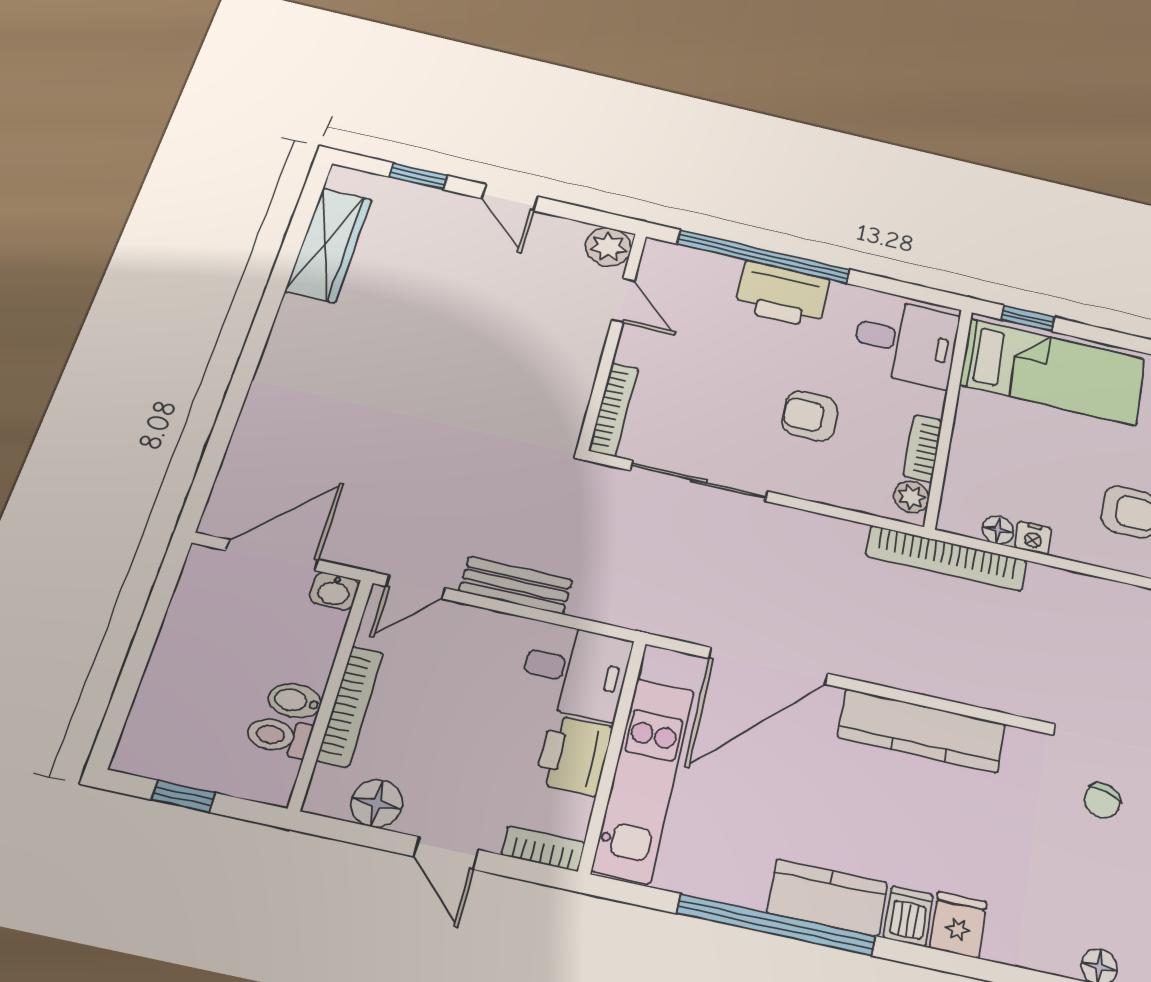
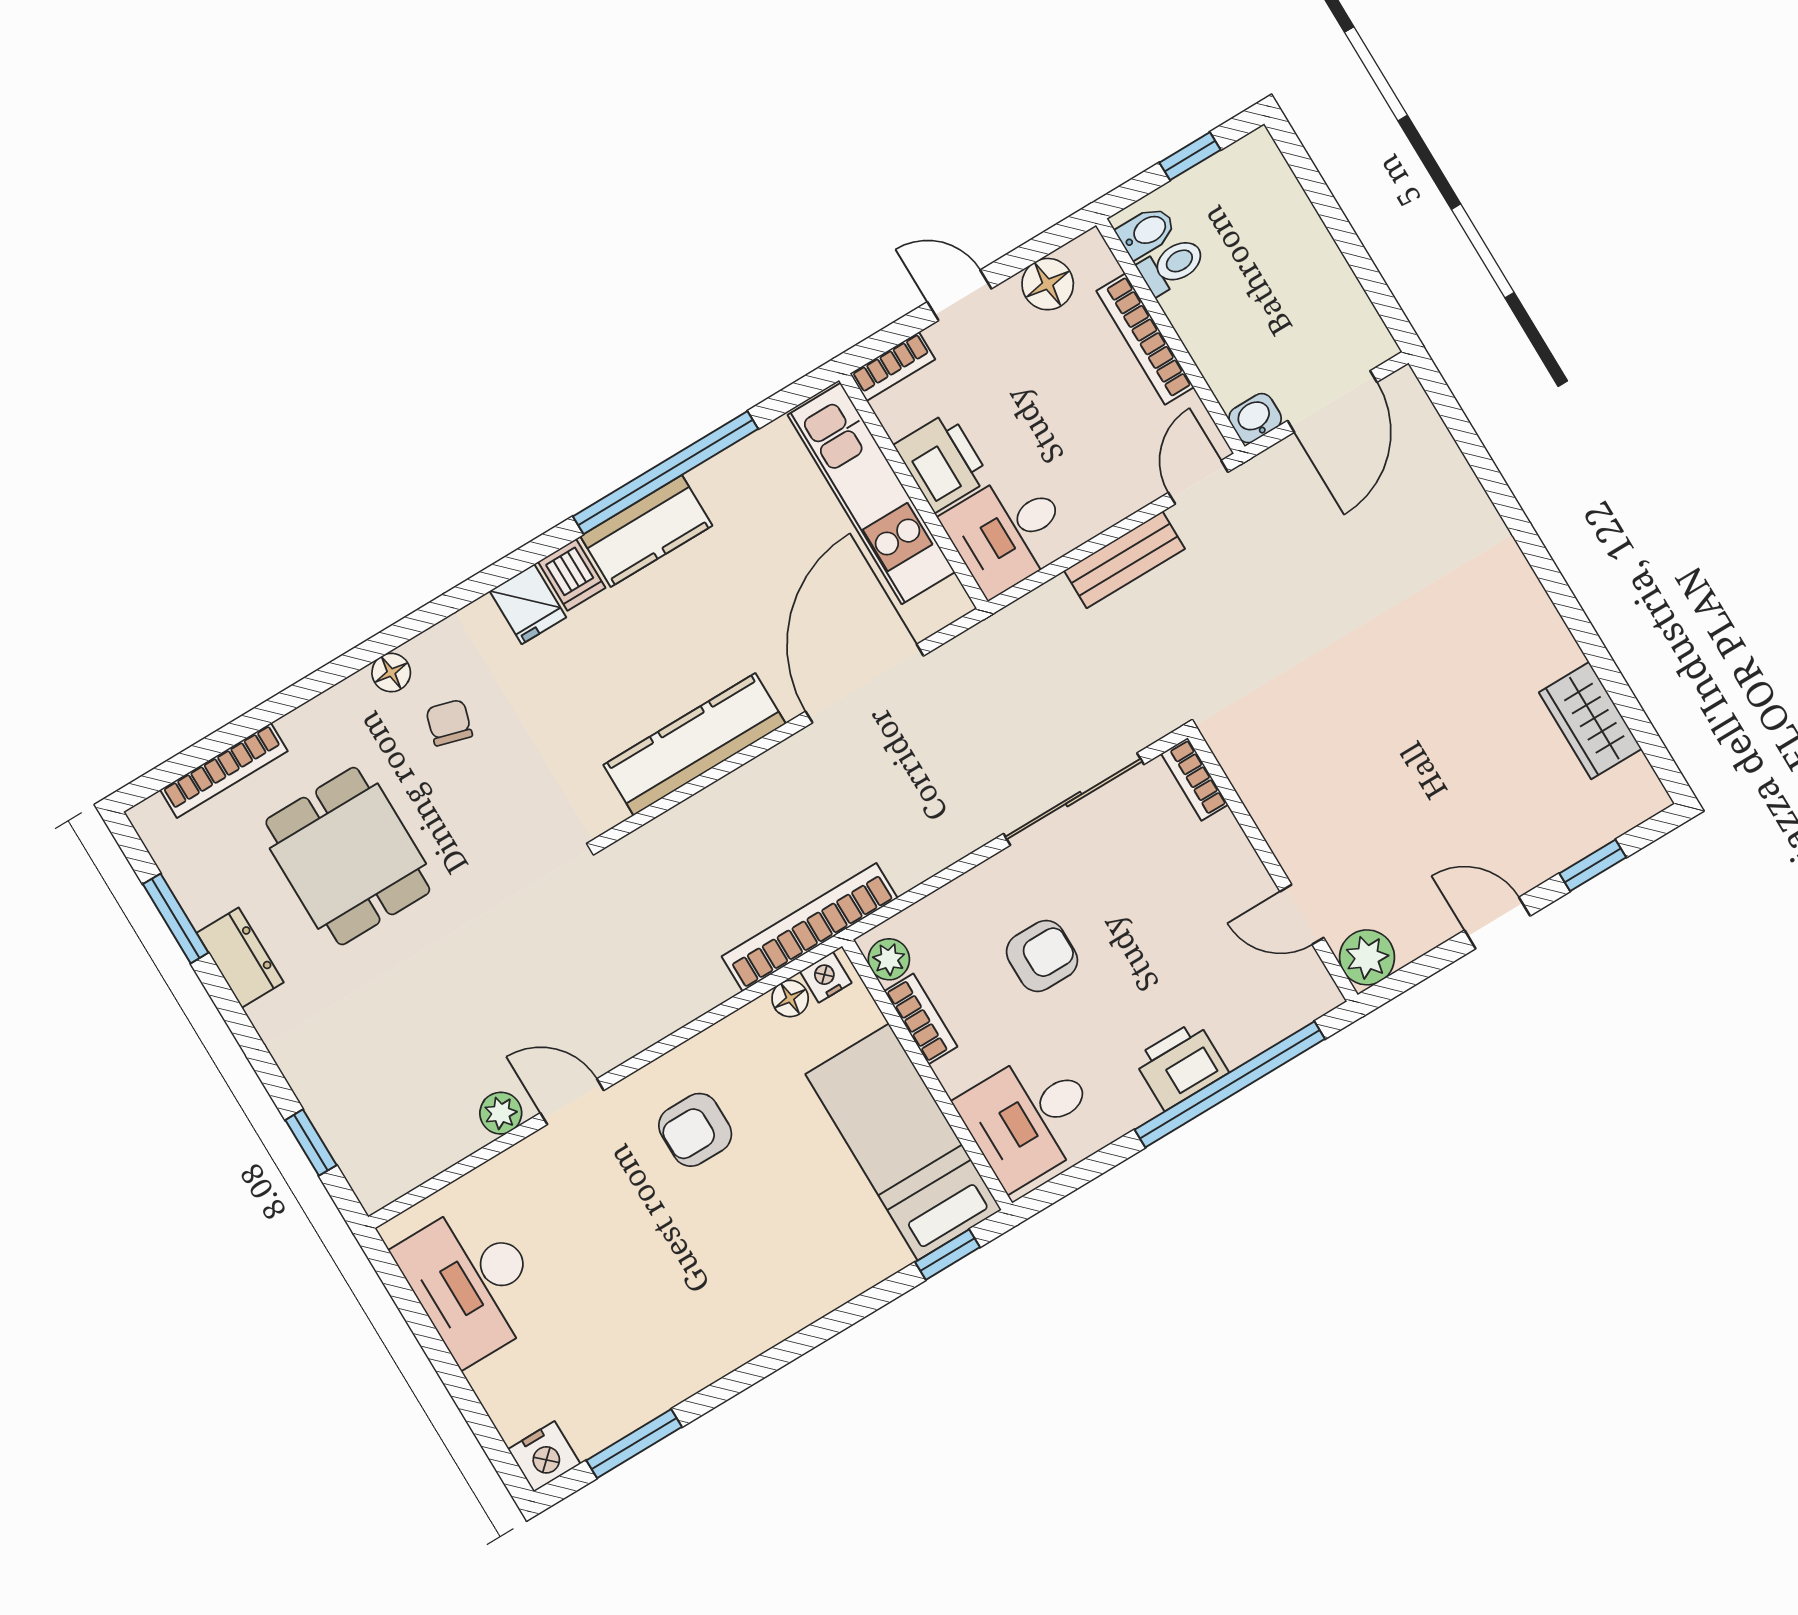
wardrobe: (329, 245) -> (1590, 721), width x0.67
printer: (782, 294) -> (1181, 1065), width x0.73, depth x0.84
bed: (1053, 372) -> (903, 1142), moved, turned 90
bookcase: (614, 409) -> (1195, 779), width x0.64
nightstand: (1033, 538) -> (826, 977), moved
bidet: (295, 701) -> (1146, 232), moved
chair: (1102, 801) -> (449, 723), moved

